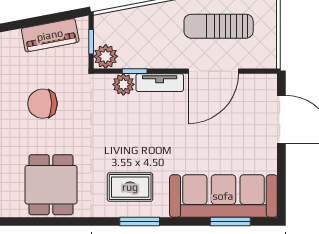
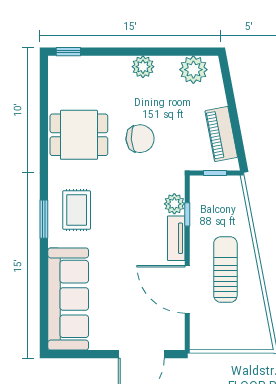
sun lounger: (219, 26) -> (225, 270), moved
plant: (106, 56) -> (201, 187), removed
chair: (42, 104) -> (140, 139), moved, turned 86
window: (230, 222) -> (44, 306), removed

